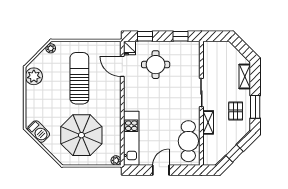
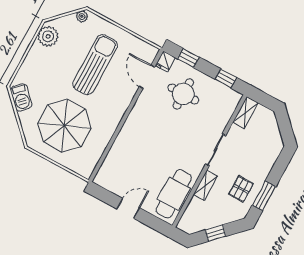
shelving: (245, 76) -> (245, 113), moved
kitchen unit: (131, 138) -> (115, 158), removed
plant: (116, 160) -> (86, 172), removed

